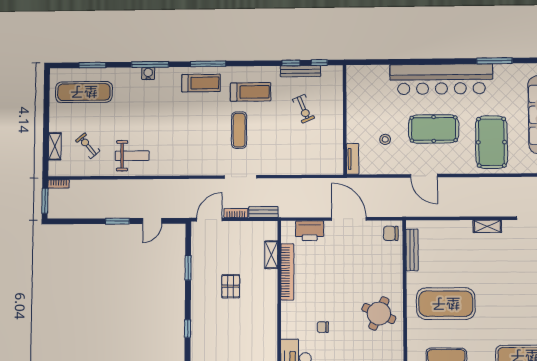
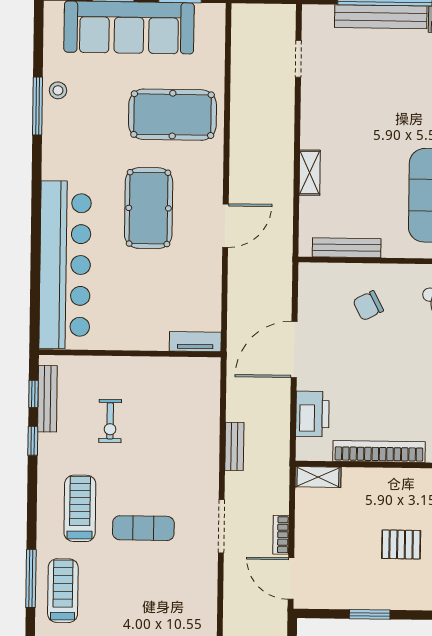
bench: (300, 71) -> (47, 399), moved
bar counter: (441, 79) -> (65, 265), moved
exercise bike: (304, 109) -> (110, 421), turned 112
stool: (385, 139) -> (58, 90), moved
bench: (263, 212) -> (234, 446), moved
shelving: (487, 226) -> (310, 173), moved
chair: (391, 233) -> (368, 306), moved, turned 63
shelving: (271, 255) -> (318, 477), moved

